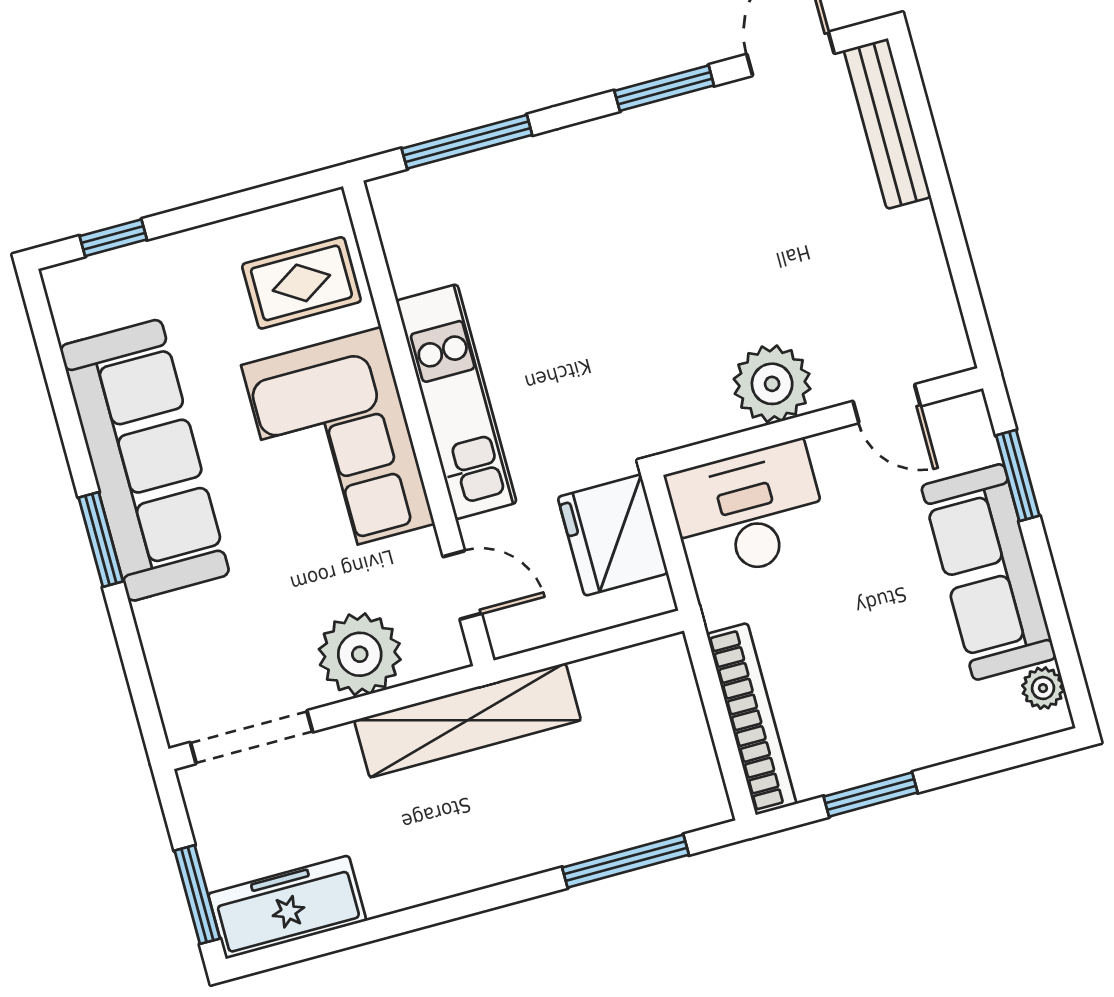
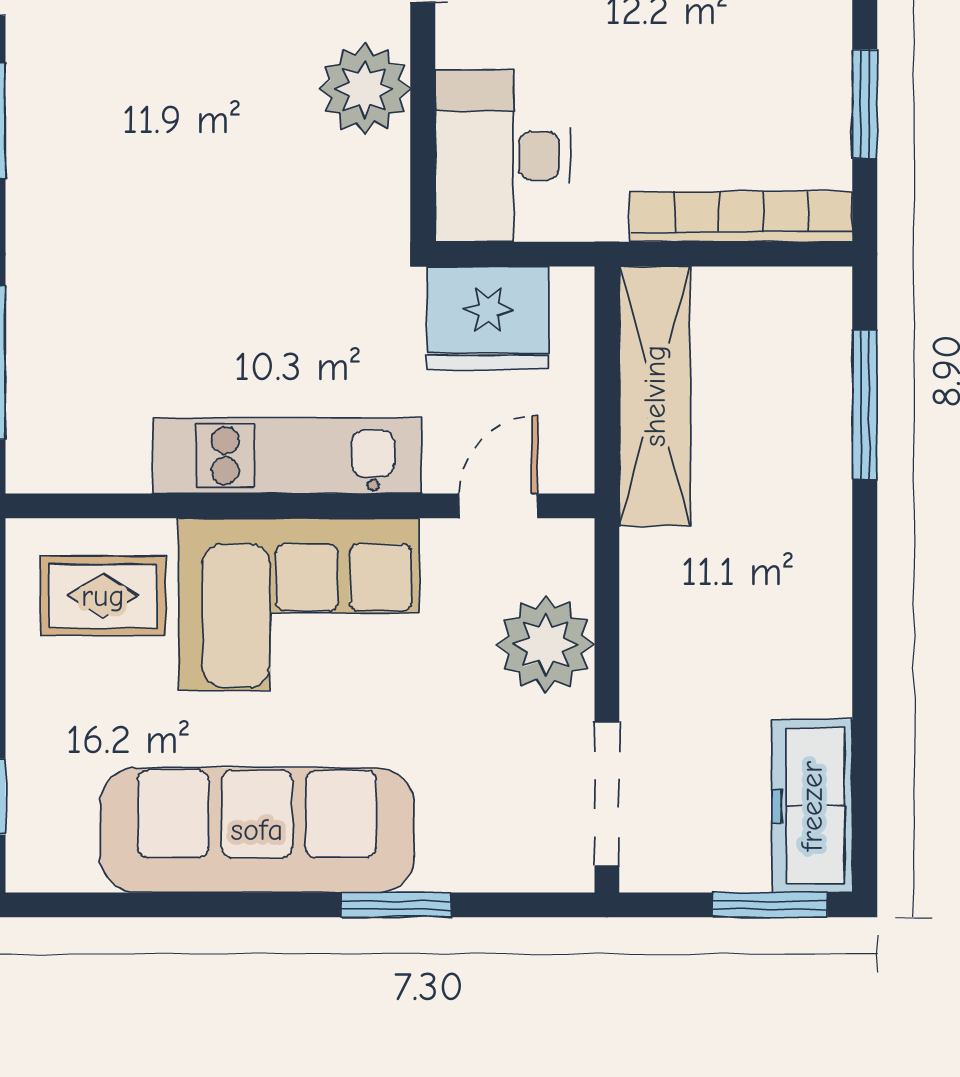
rug: (301, 283) -> (103, 596), turned 90
window: (101, 539) -> (396, 905), moved
shelving: (468, 720) -> (655, 396), moved

